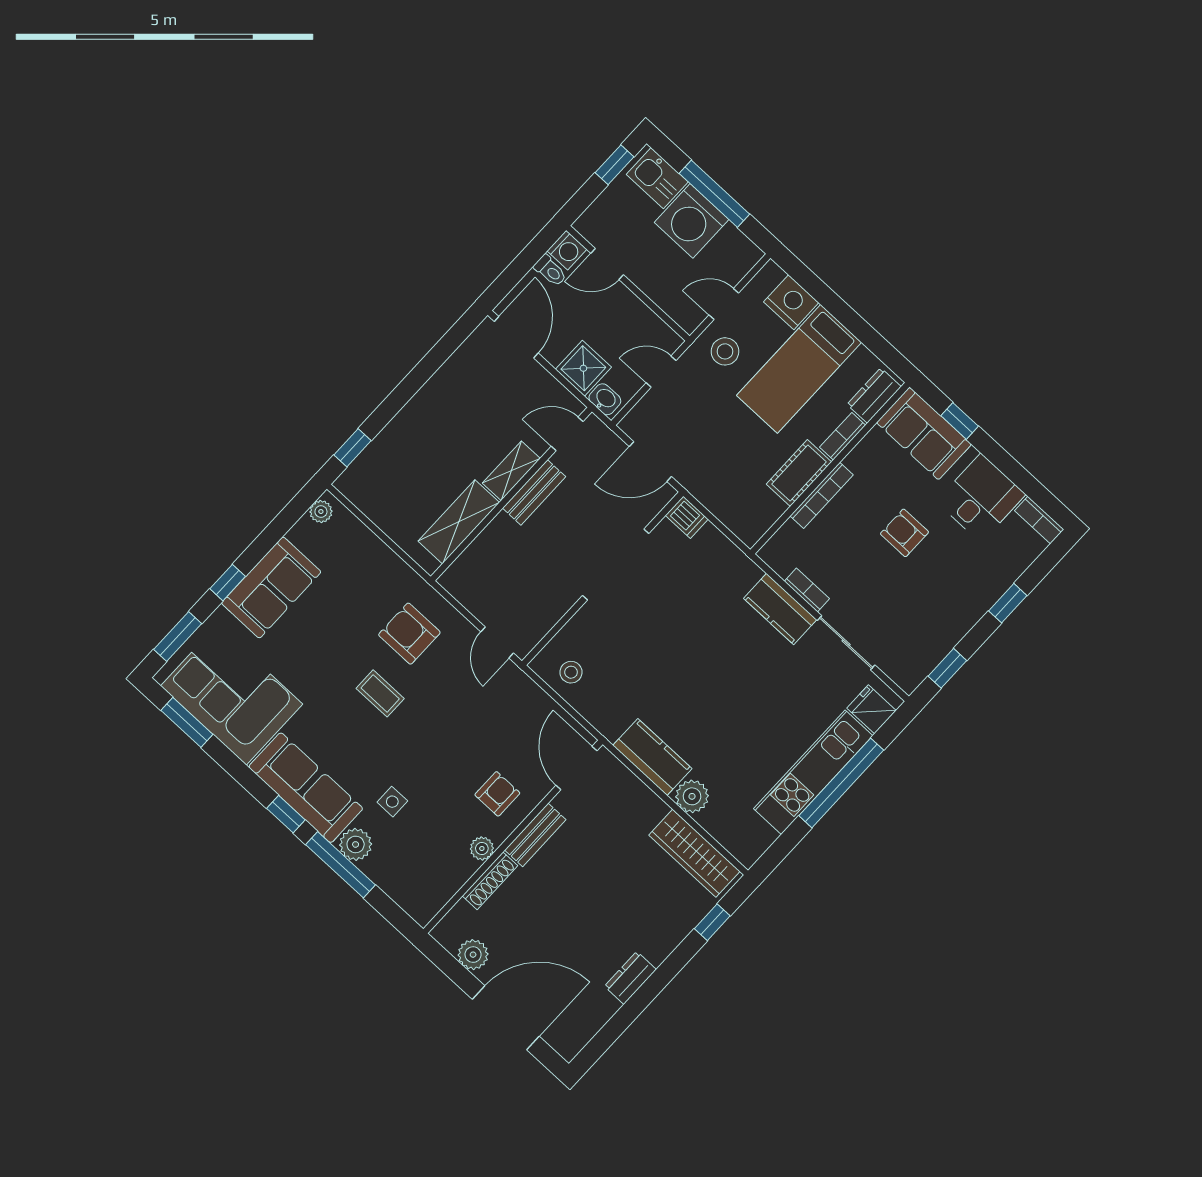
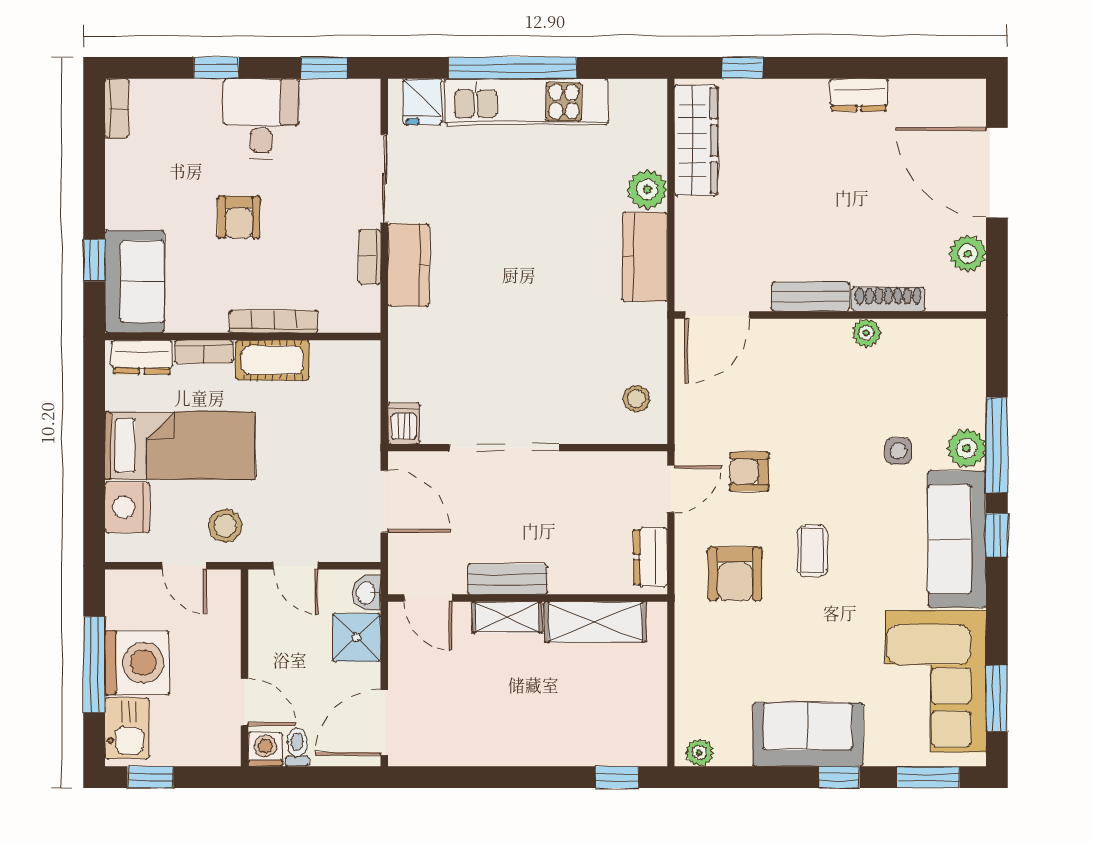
desk: (981, 498) -> (261, 119), moved, turned 90
dresser: (467, 592) -> (650, 557), added
armchair: (497, 794) -> (749, 472), moved

